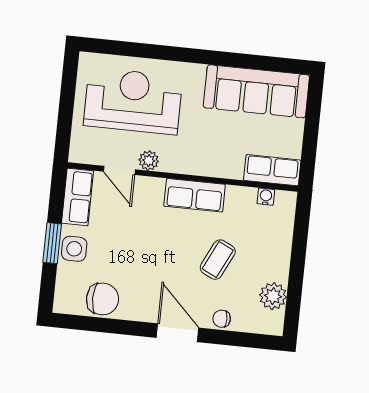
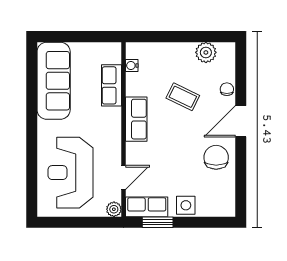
plant: (149, 161) -> (114, 209), moved
row of seats: (272, 170) -> (112, 85), moved
window: (52, 243) -> (158, 222), moved
chair: (103, 299) -> (216, 157), moved
chair: (222, 319) -> (227, 89), turned 180

